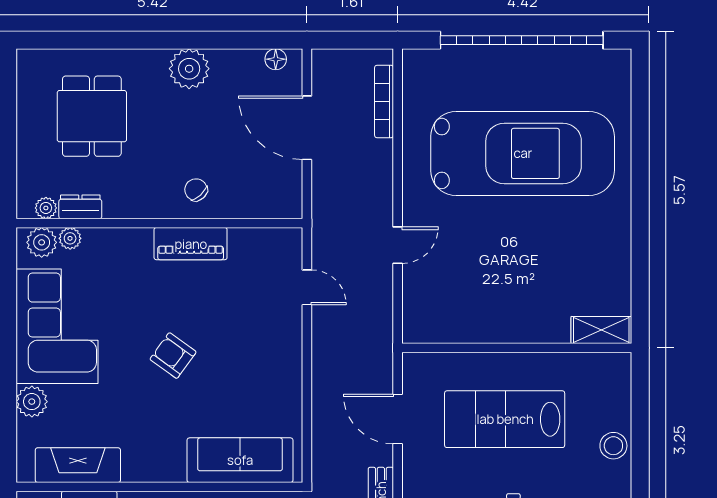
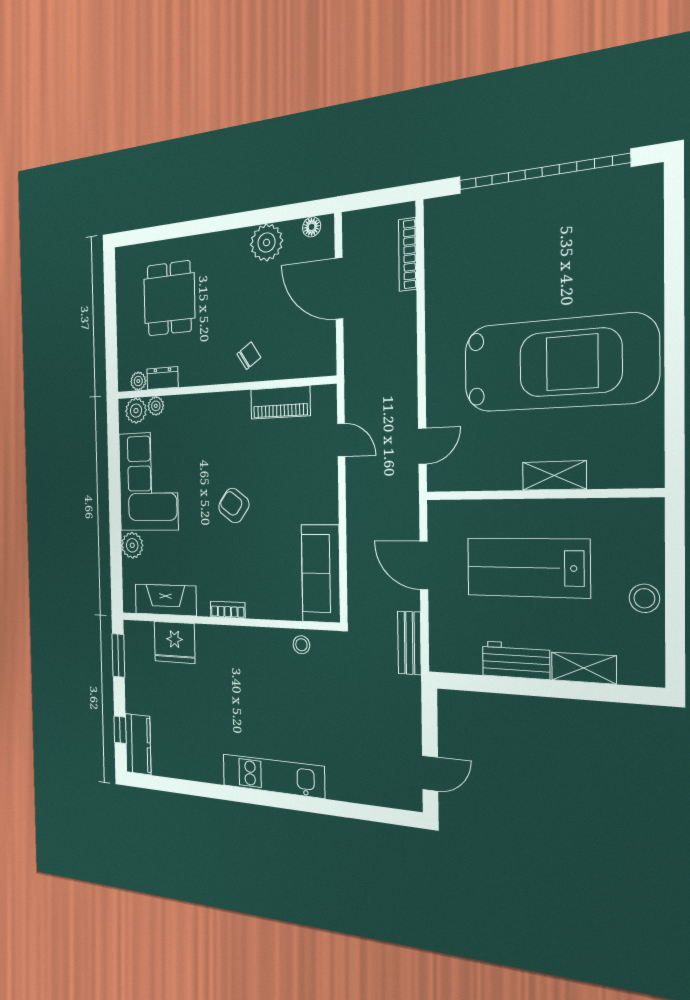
plant: (189, 69) -> (266, 242), moved
car: (523, 153) -> (558, 363), moved
chair: (196, 190) -> (249, 356), turned 100
piano: (191, 244) -> (280, 403), moved
door: (398, 245) -> (422, 446), moved
shelving: (601, 330) -> (554, 476), moved
sofa: (240, 460) -> (321, 573), moved, turned -90
bookcase: (162, 474) -> (228, 610), added

